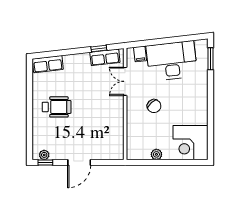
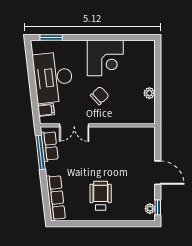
window: (99, 48) -> (40, 152), width x2.17
row of seats: (48, 64) -> (56, 198), width x1.48
corner desk: (191, 143) -> (105, 58), moved

